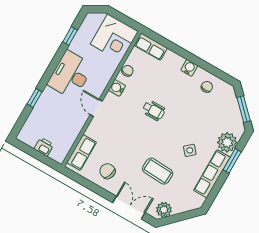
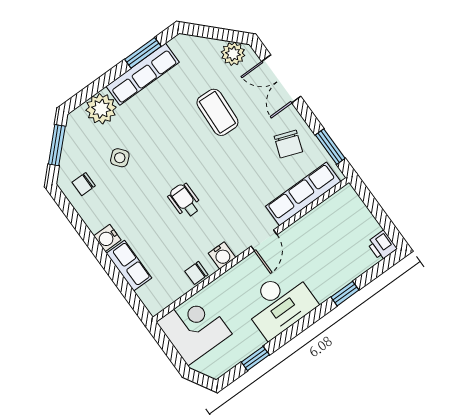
row of seats: (151, 47) -> (129, 266), moved
chair: (207, 87) -> (84, 184), moved
printer: (44, 147) -> (382, 246), moved
side table: (190, 150) -> (120, 158), moved
row of seats: (82, 152) -> (303, 194), width x1.48
window: (232, 161) -> (143, 53), moved
window: (82, 181) -> (330, 147), added

